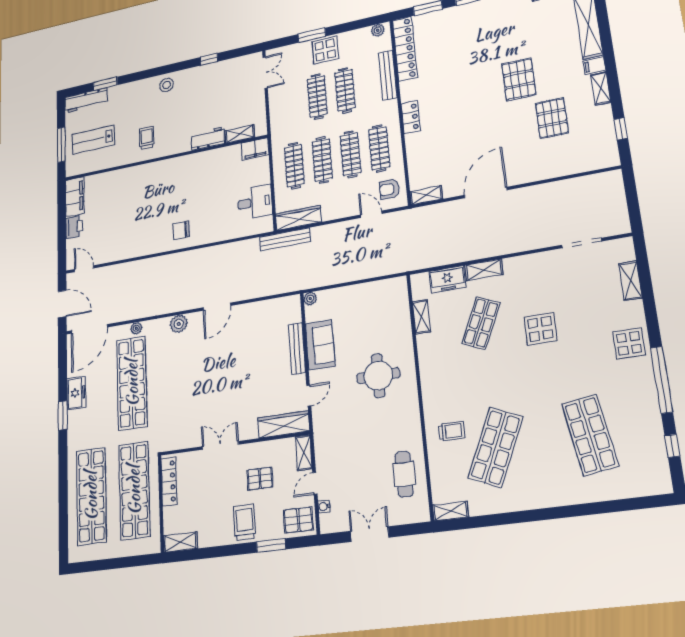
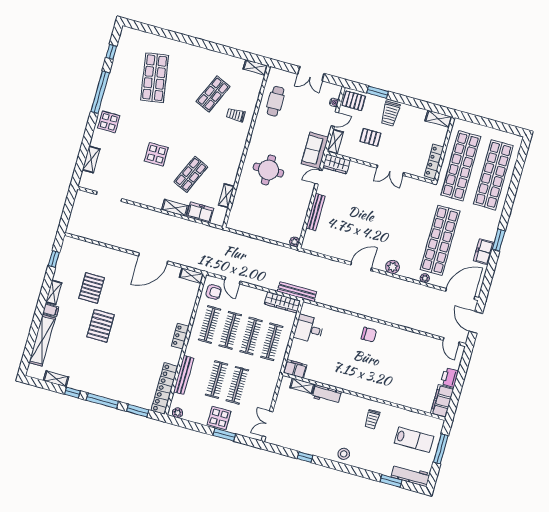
sofa: (320, 345) -> (315, 150), moved
wardrobe: (284, 424) -> (336, 164), width x0.67
shop shelf: (496, 447) -> (213, 94), width x0.70, depth x0.74

